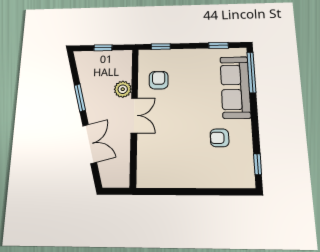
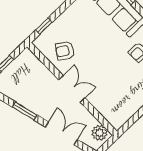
armchair: (159, 80) -> (65, 51), turned -57
plant: (123, 89) -> (100, 133), moved

